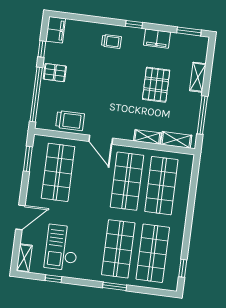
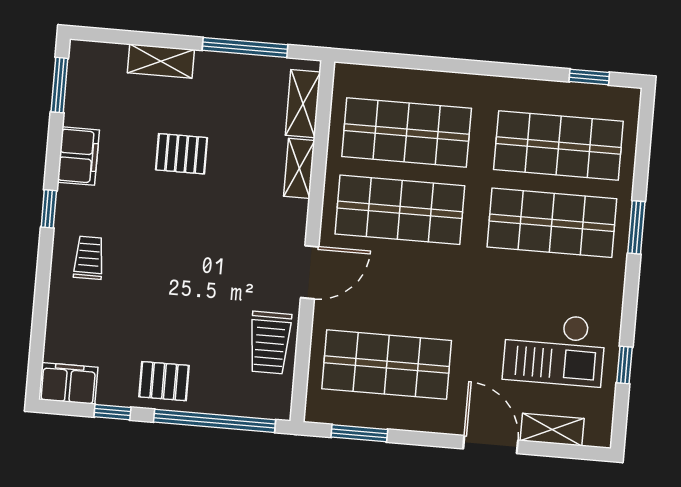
pallet: (55, 73) -> (164, 381), turned 90
pallet: (156, 85) -> (181, 154), width x0.67, depth x0.71
trolley: (70, 121) -> (270, 343), turned 180
shelving: (24, 258) -> (552, 430), moved

